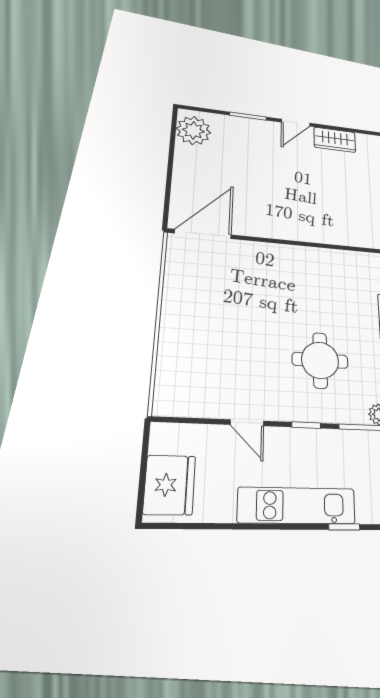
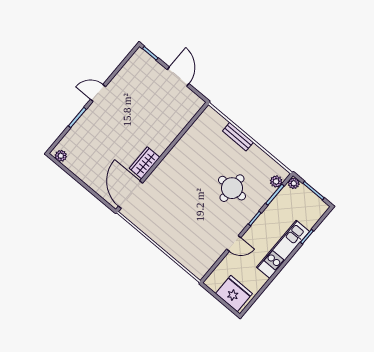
door: (296, 123) -> (98, 93), swing flipped
plant: (193, 130) -> (61, 156), width x0.53, depth x0.53
wardrobe: (335, 140) -> (145, 163), moved, turned 180

